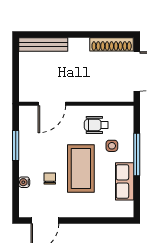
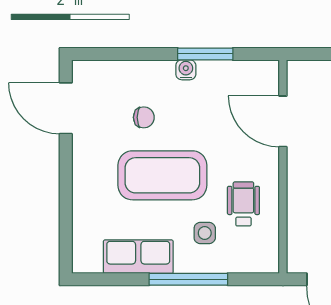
water cooler: (24, 182) -> (186, 70), moved

